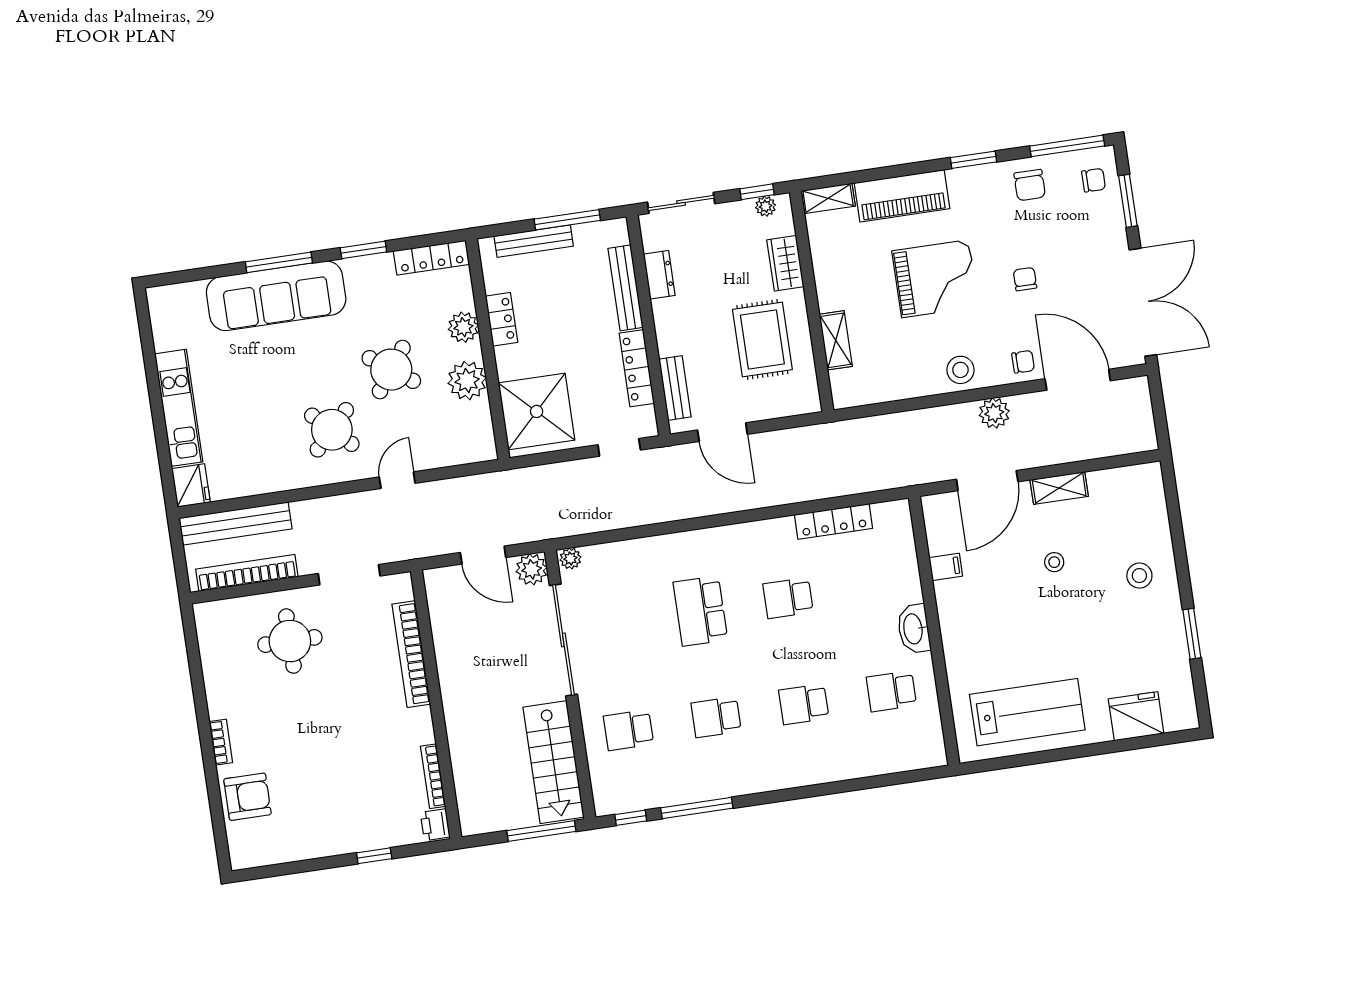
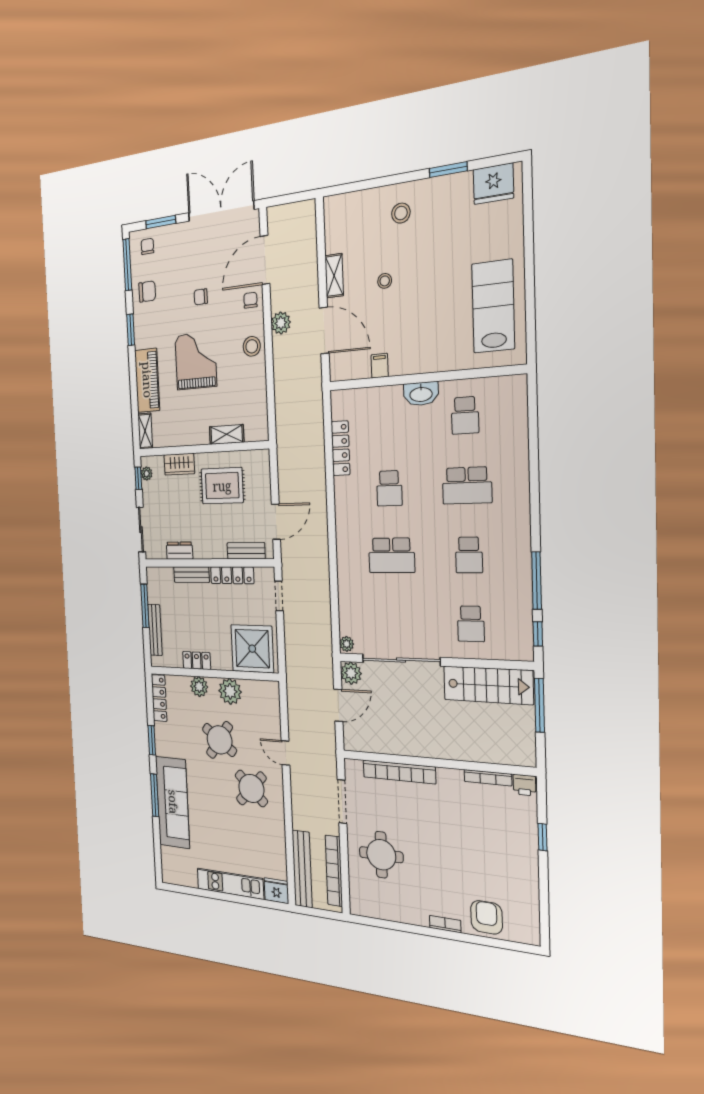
bench: (625, 288) -> (191, 575), width x0.73
school desk: (804, 704) -> (467, 485), width x1.85
fridge: (1136, 716) -> (493, 184), moved, turned -90

